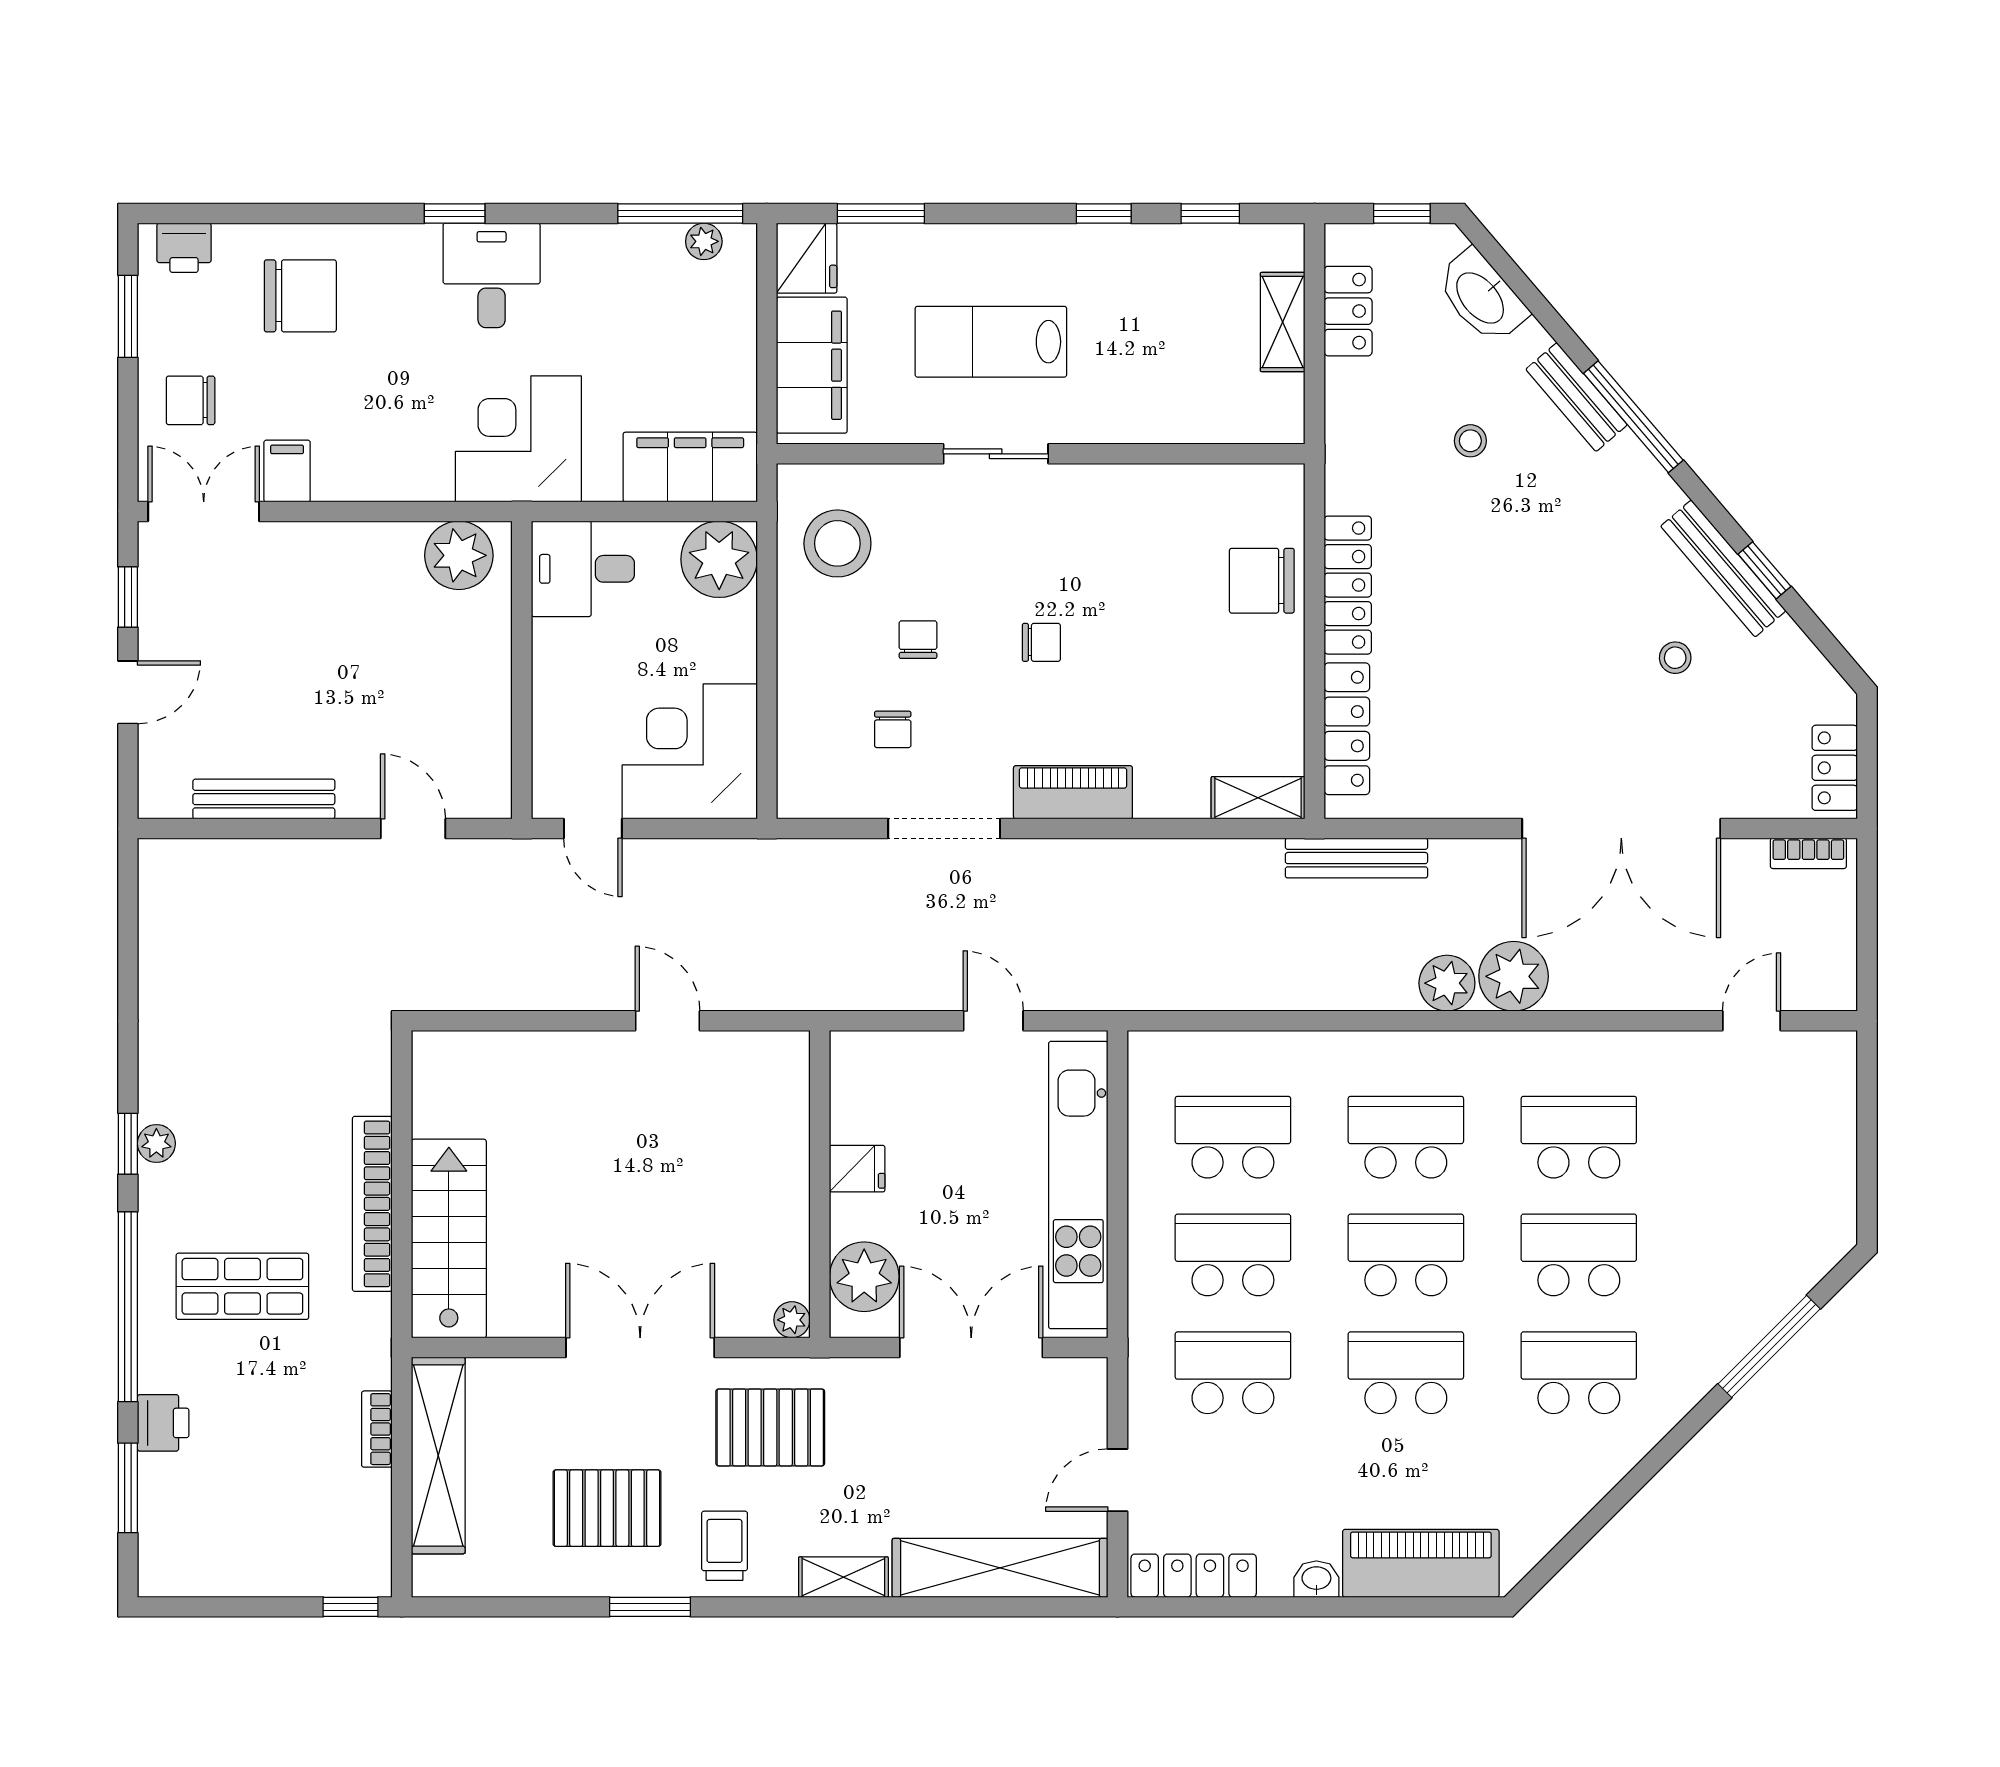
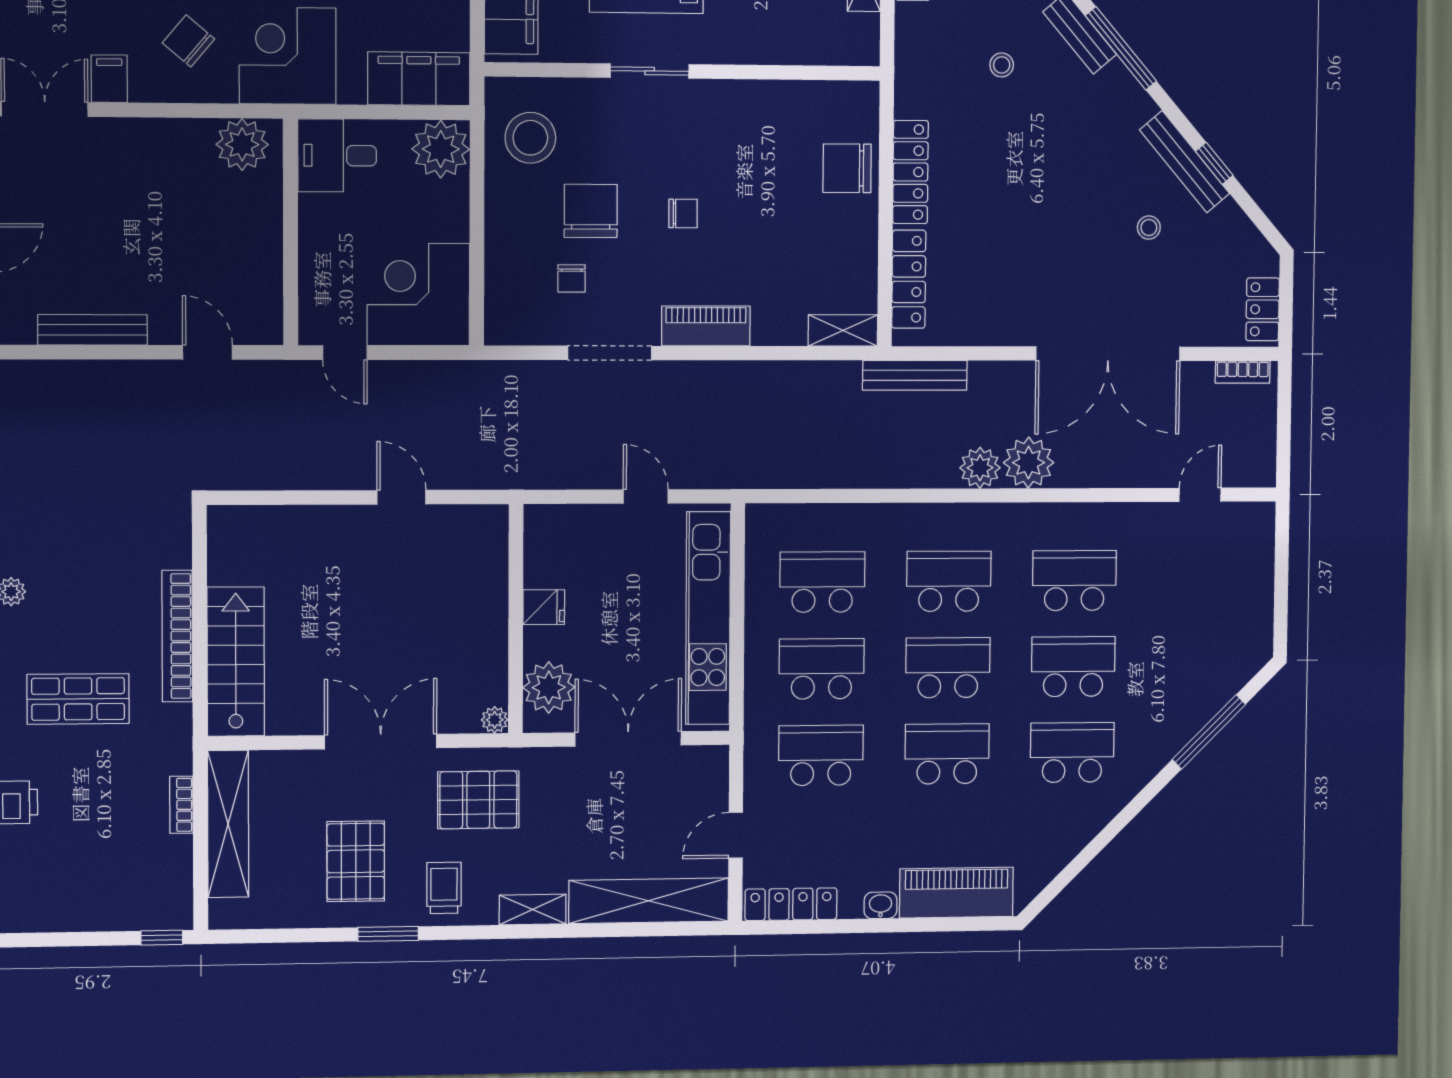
chair: (191, 400) -> (188, 41), moved, turned 40
chair: (918, 640) -> (591, 211), width x1.87, depth x1.87
pallet: (607, 1508) -> (356, 861), turned 90

